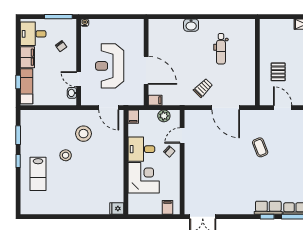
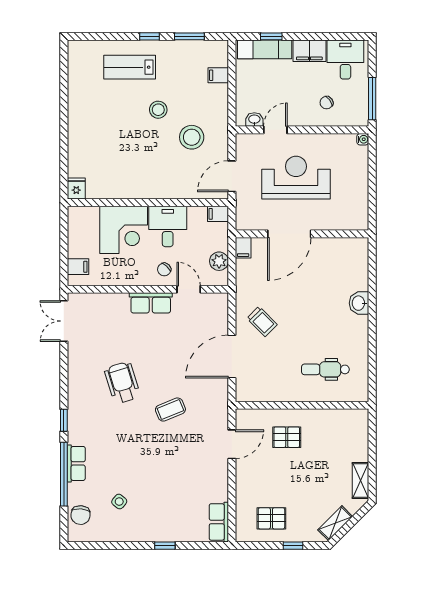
dental chair: (221, 49) -> (325, 369), moved
filing cabinet: (43, 116) -> (218, 75), added
wheelchair: (243, 179) -> (122, 383), added
row of seats: (268, 208) -> (151, 303), moved, turned 90

